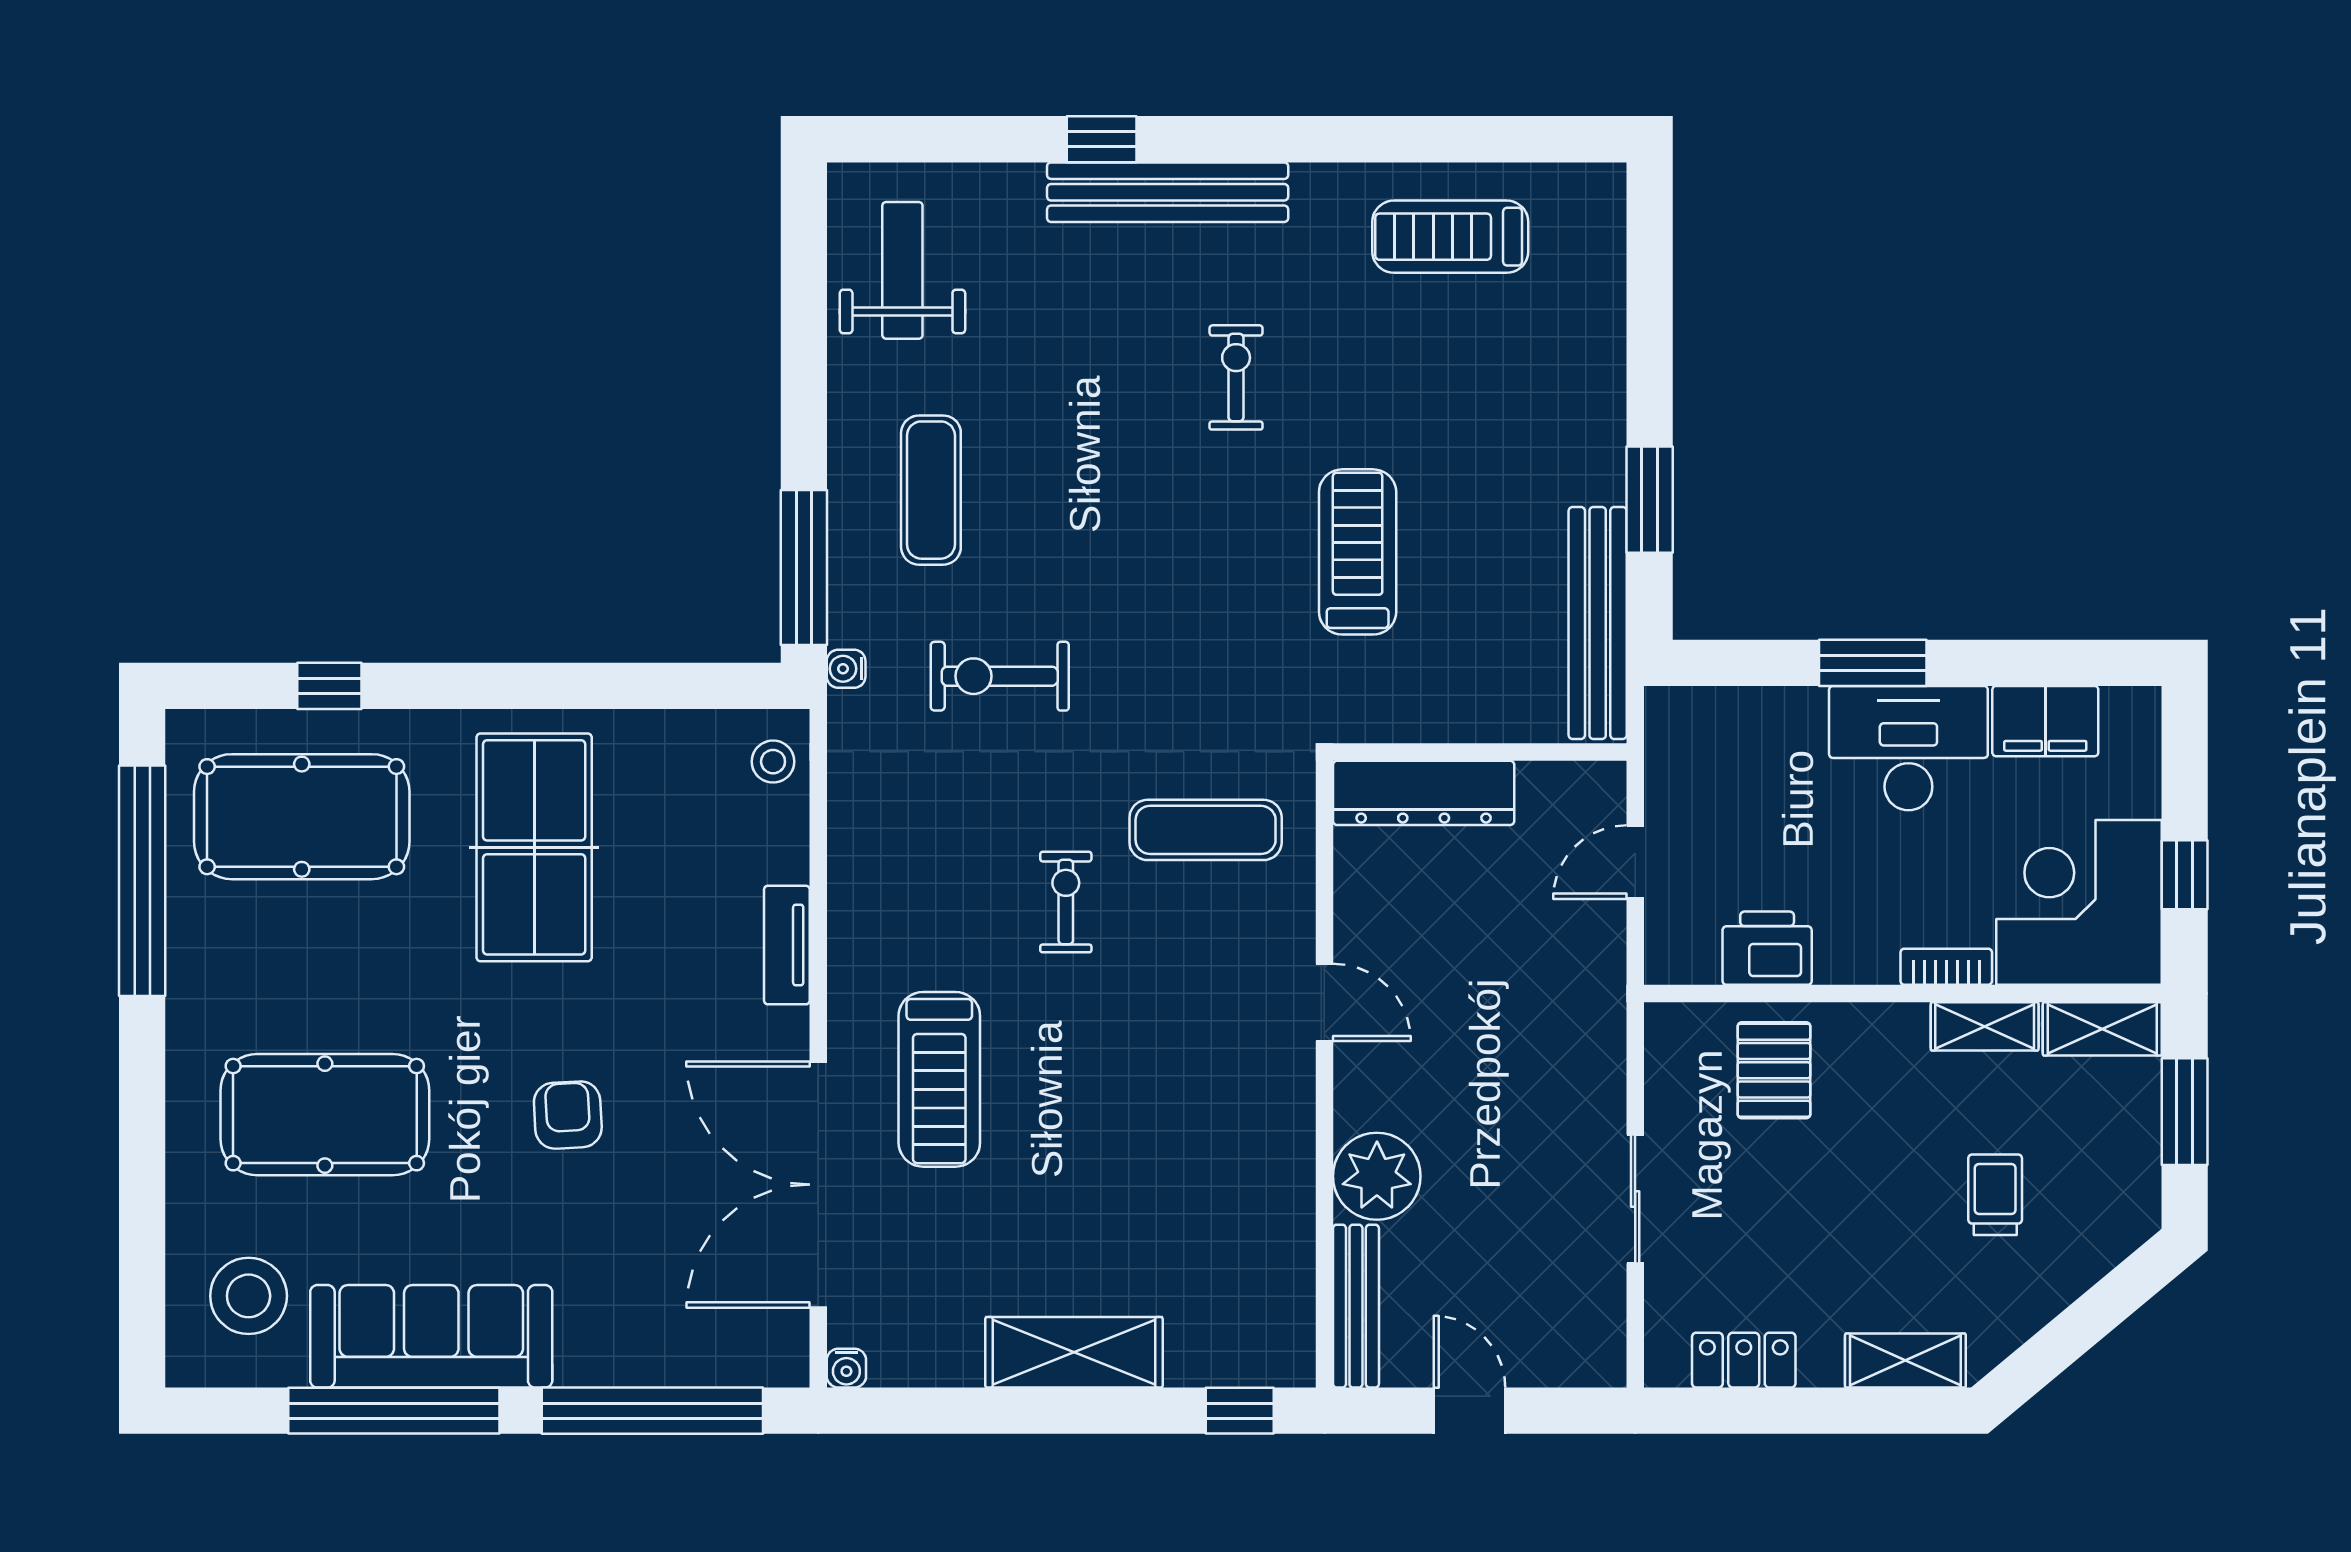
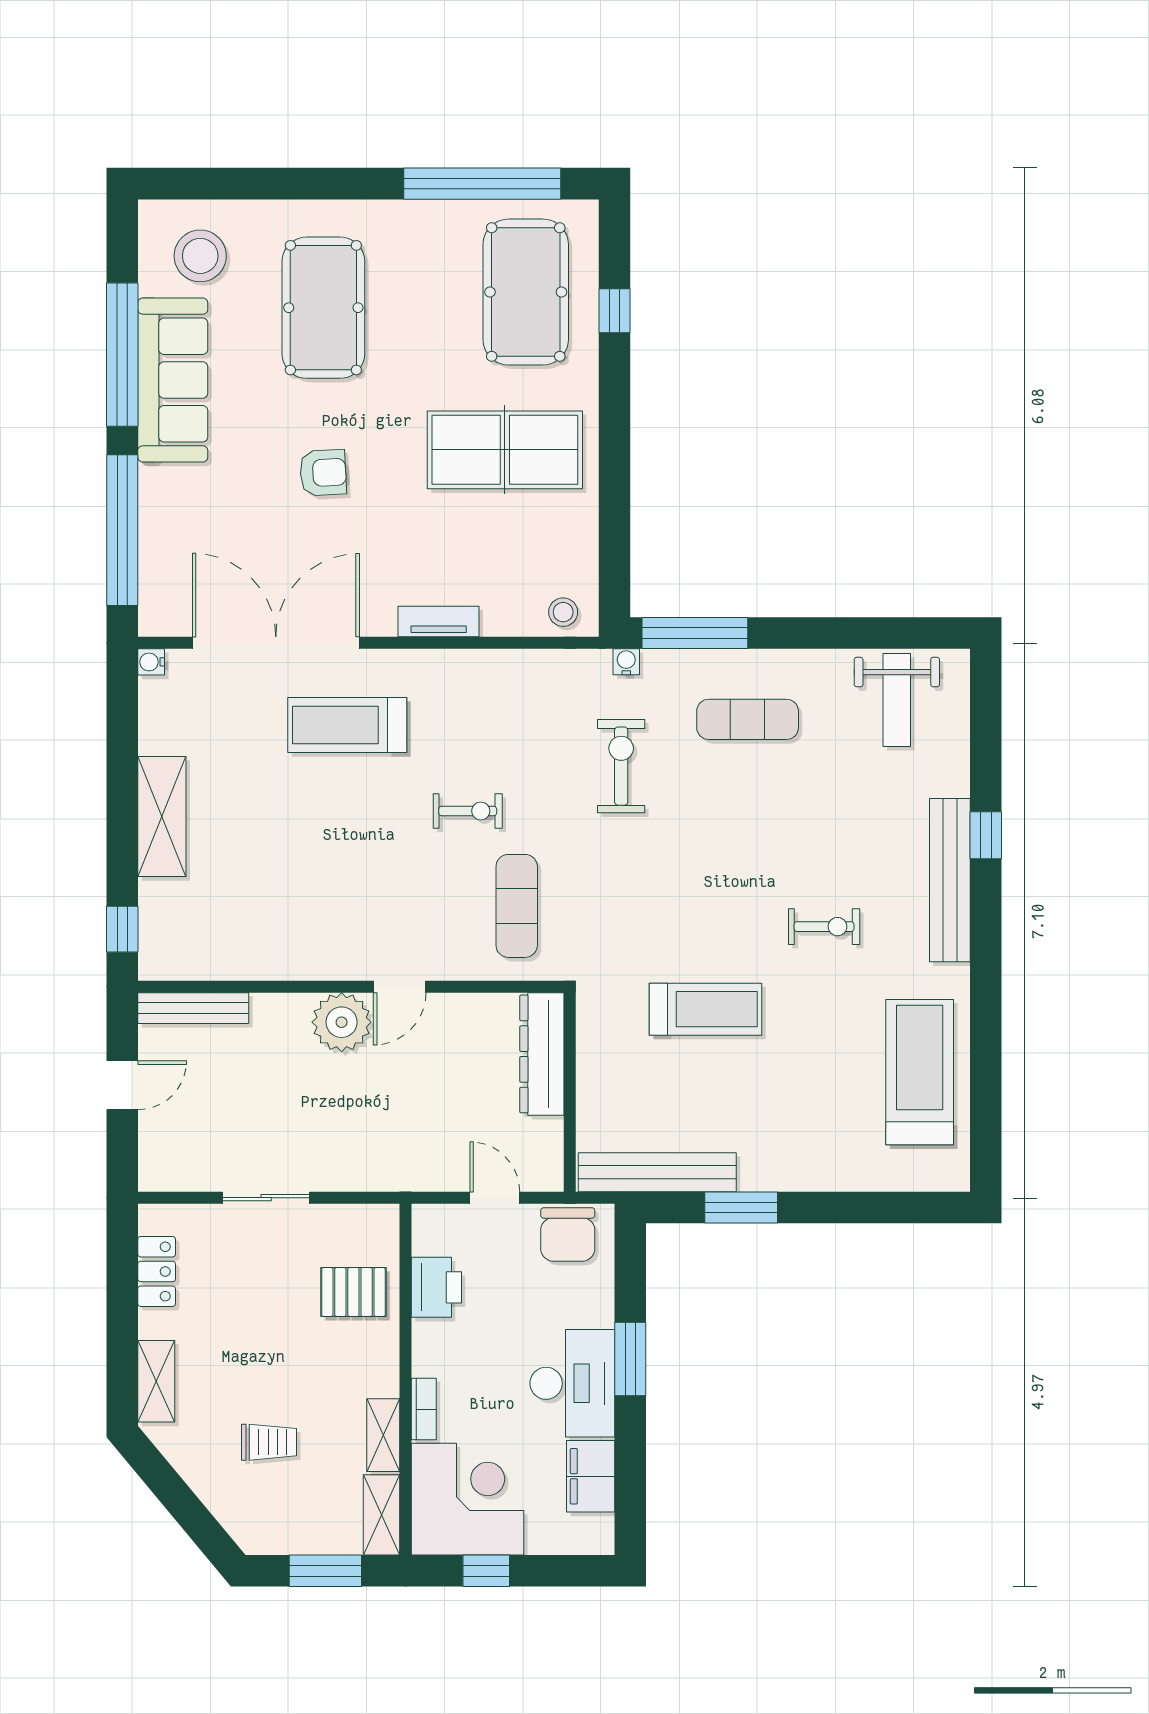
treadmill: (1450, 237) -> (920, 1072), width x1.37, depth x1.38
weight bench: (902, 270) -> (897, 700), turned 90
chair: (1689, 755) -> (568, 1234), added
plant: (1377, 1176) -> (342, 1022), moved

